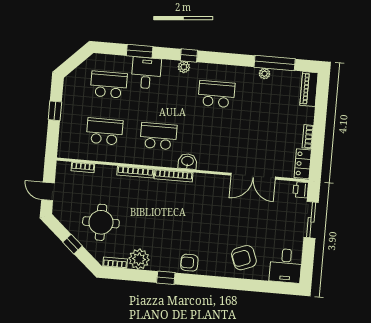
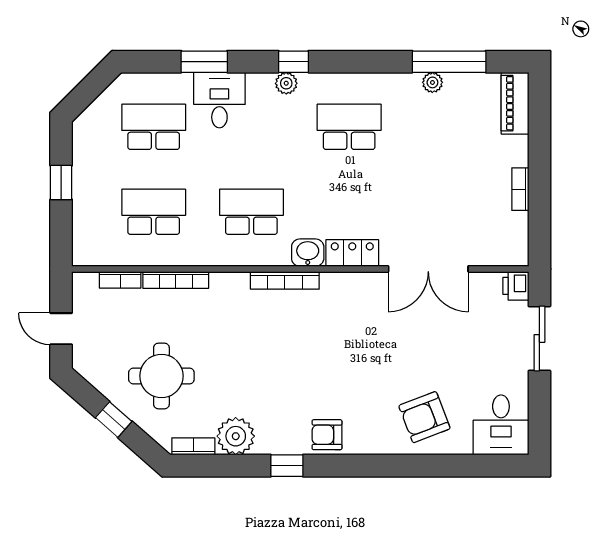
locker: (303, 164) -> (352, 253), moved, turned 90
bookcase: (135, 172) -> (176, 280), moved

